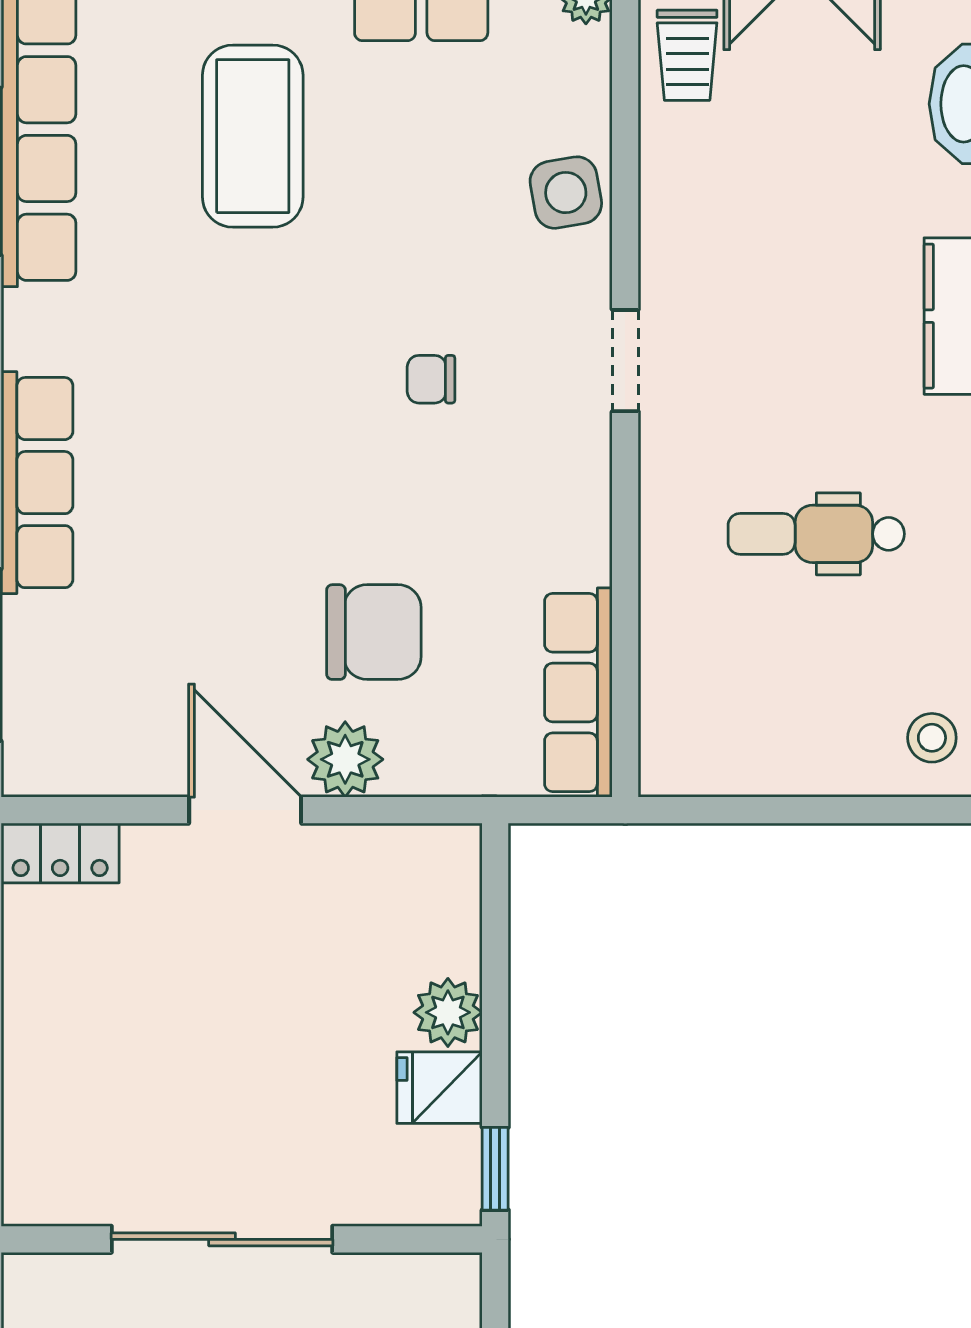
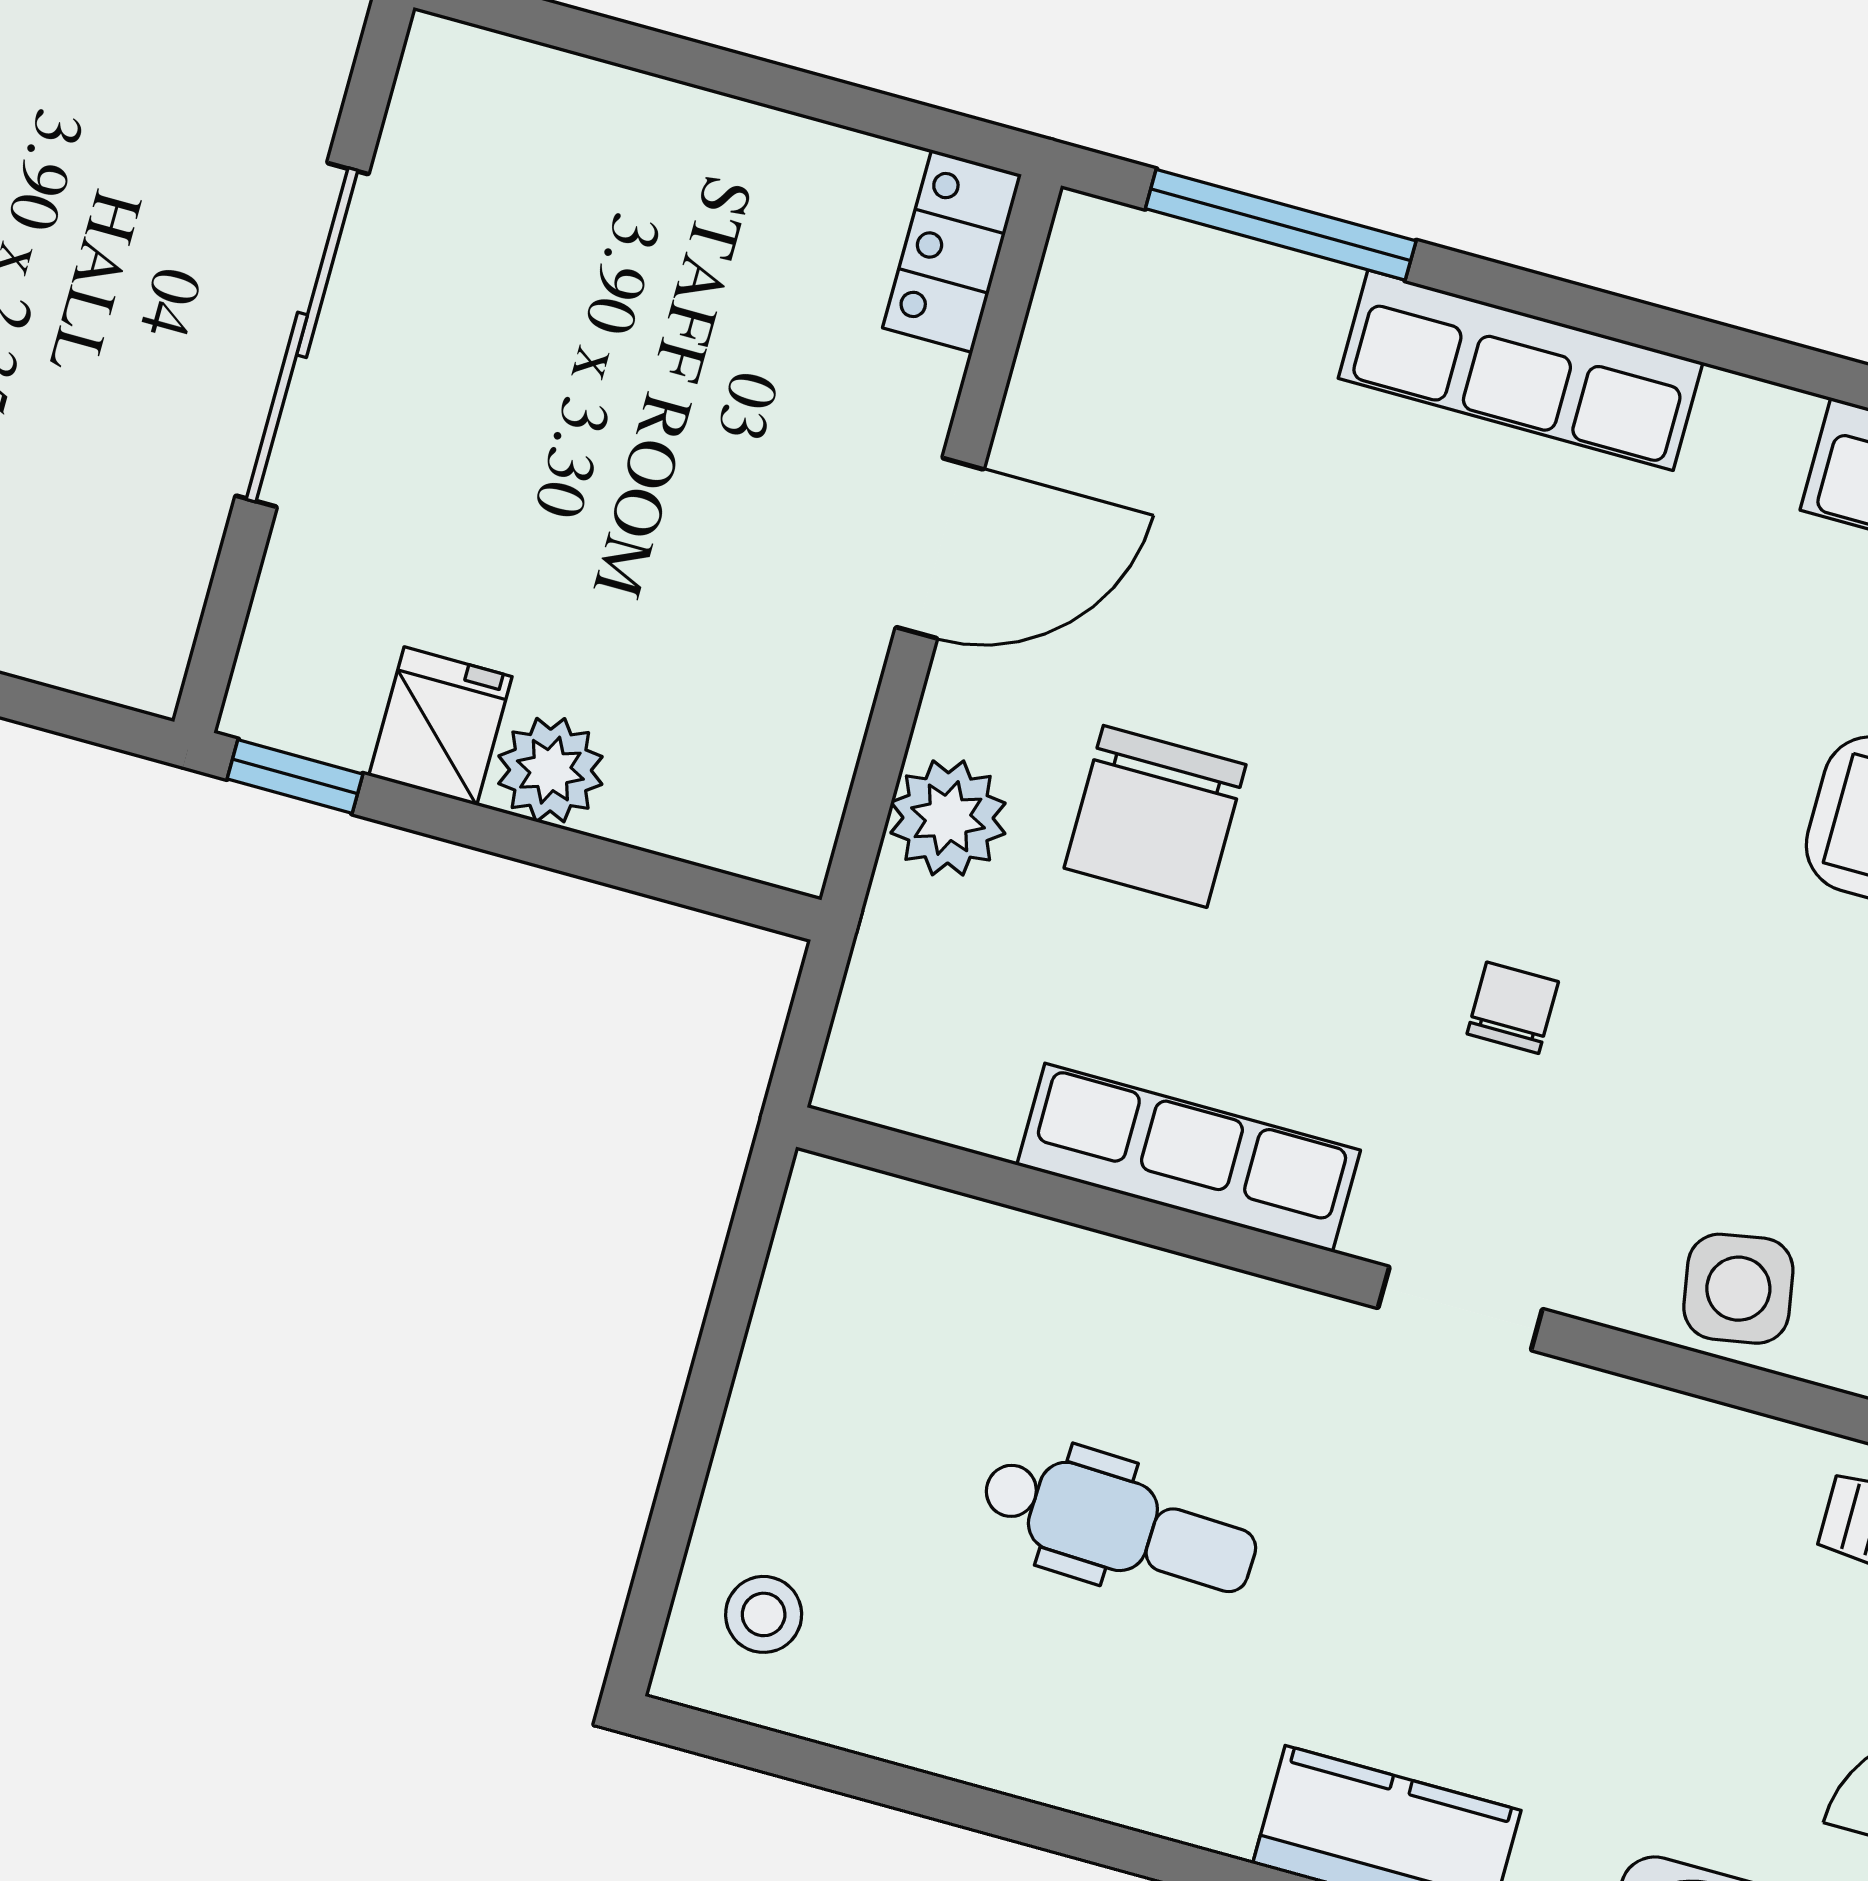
dental chair: (816, 534) -> (1119, 1525), turned 92
row of seats: (578, 693) -> (1189, 1158), moved
plant: (345, 759) -> (948, 818), moved

